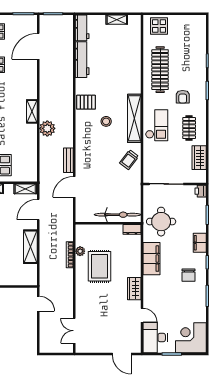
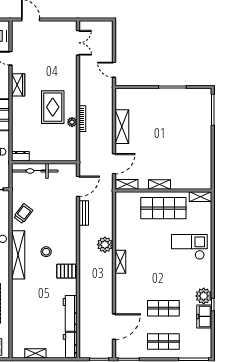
bicycle: (118, 215) -> (35, 171), moved
wall: (108, 223) -> (44, 162), moved
dresser: (132, 229) -> (20, 156), moved

